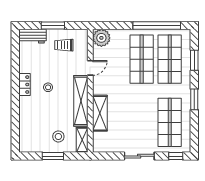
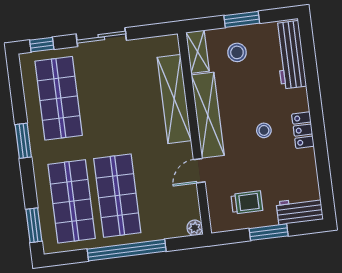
window: (157, 25) -> (127, 250), moved
plant: (101, 38) -> (195, 228), width x0.53, depth x0.53
window: (194, 60) -> (34, 225), moved
shelving: (100, 113) -> (174, 99), width x1.47
workbench: (26, 131) -> (290, 55), added

